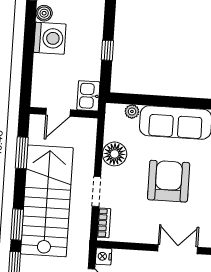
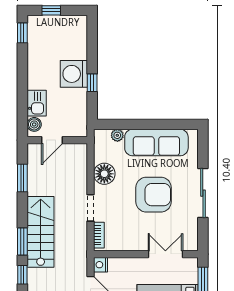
boiler: (44, 13) -> (34, 124), moved
washing machine: (50, 38) -> (74, 74), moved, turned 180
kitchen sink: (88, 96) -> (37, 103), moved, turned 180
armchair: (169, 181) -> (154, 195), turned 90
stairs: (47, 201) -> (41, 232), width x0.73, depth x0.66

